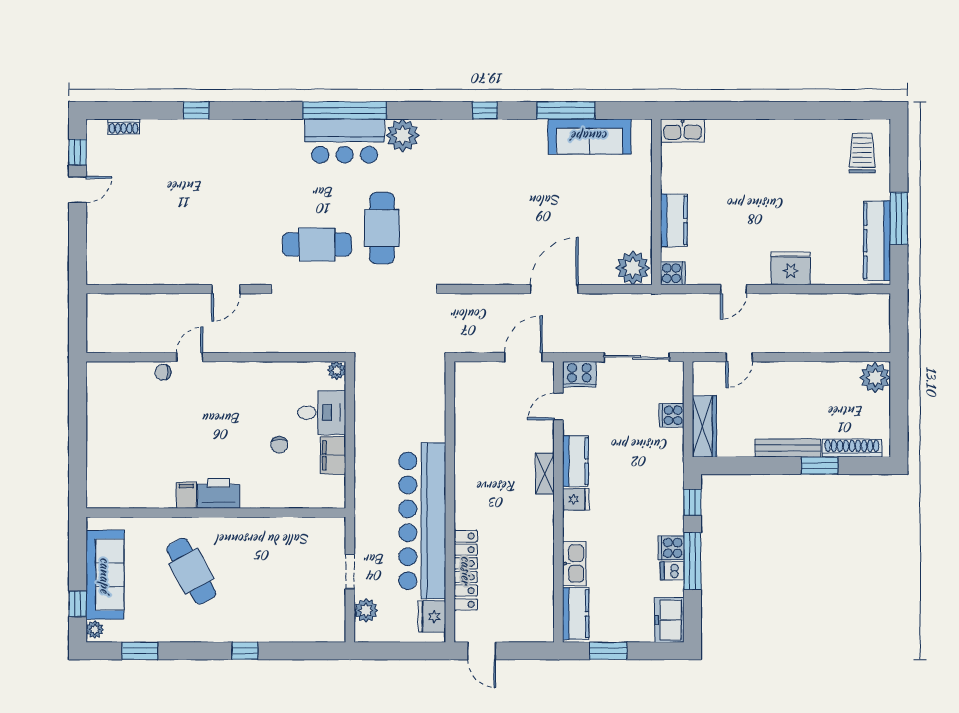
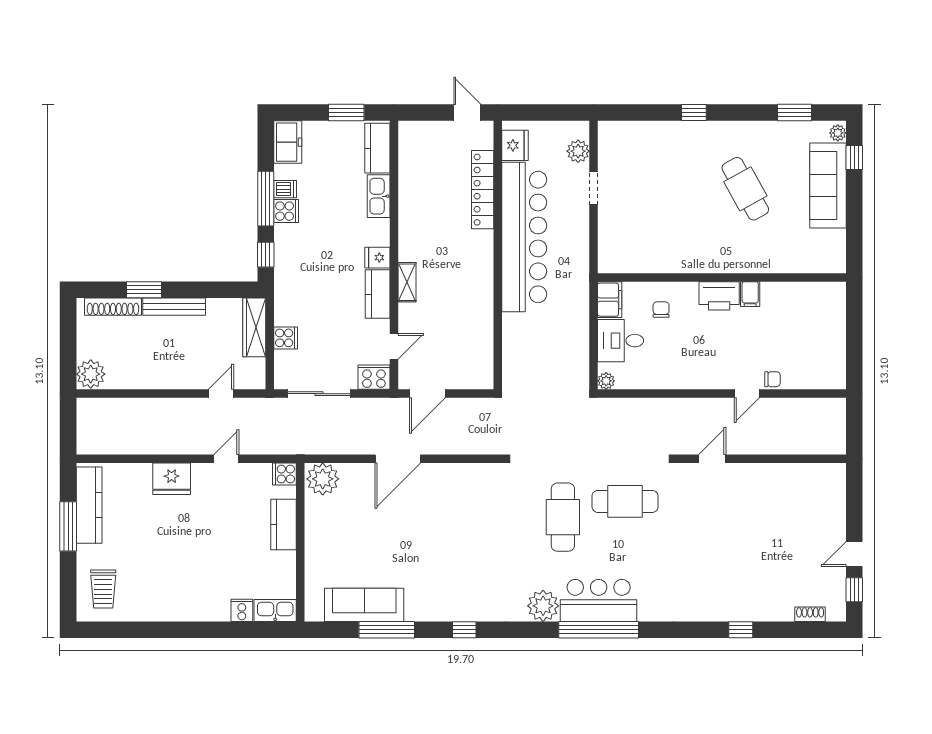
cooker: (717, 131) -> (242, 610), added
printer: (219, 493) -> (719, 296), moved
filing cabinet: (186, 495) -> (750, 294), moved
wall: (216, 513) -> (722, 277), moved

